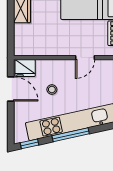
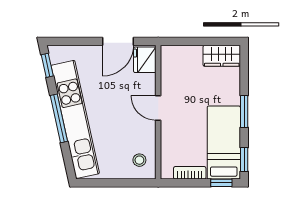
door: (85, 58) -> (158, 108), moved
stool: (52, 89) -> (139, 160), moved

